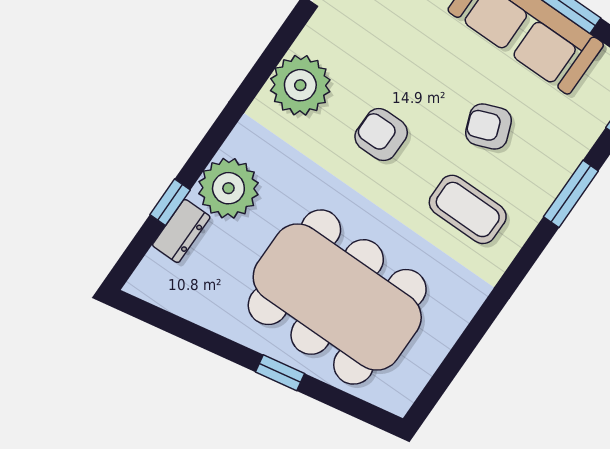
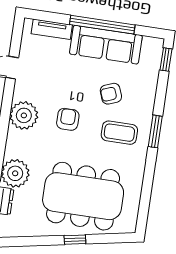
armchair: (381, 135) -> (68, 119), turned 90
window: (571, 194) -> (155, 131), moved

